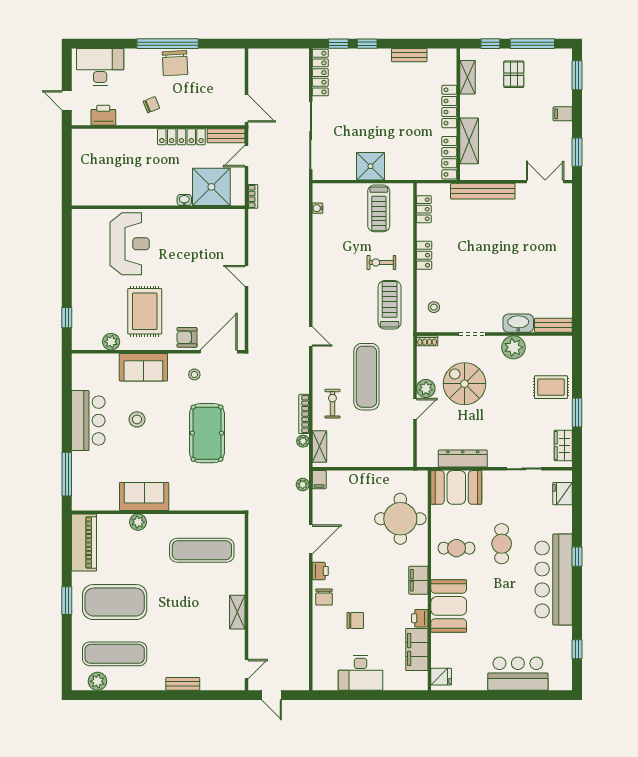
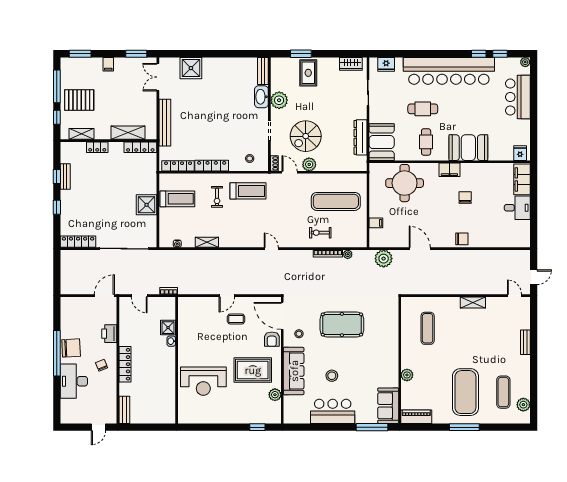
window: (338, 44) -> (57, 177), moved
desk: (100, 67) -> (74, 381), moved
pallet: (514, 74) -> (79, 100), width x1.50, depth x1.42
locker: (449, 106) -> (97, 147), width x0.66
printer: (103, 115) -> (109, 334), moved
bench: (226, 136) -> (124, 410), moved
locker: (181, 137) -> (125, 364), moved
shower: (211, 187) -> (168, 328), width x0.54, depth x0.54
locker: (424, 209) -> (178, 166), width x1.53
shower: (557, 227) -> (191, 68), added
reception desk: (130, 244) -> (203, 381), turned 180
locker: (424, 255) -> (212, 166), width x1.53
coffee table: (214, 288) -> (236, 319), added
treadmill: (390, 305) -> (248, 191), turned 180
door: (311, 336) -> (271, 249), hinge flipped
sofa: (143, 367) -> (294, 371), width x1.36
exercise mat: (366, 377) -> (336, 201), moved
door: (415, 409) -> (290, 172), moved
window: (577, 412) -> (301, 54), moved
shelving: (319, 447) -> (207, 242), moved
filing cabinet: (319, 480) -> (376, 223), moved
plant: (303, 485) -> (384, 259), width x1.88, depth x1.88
sofa: (144, 496) -> (388, 406), moved
piano: (84, 542) -> (416, 417), width x0.73, depth x0.75
exercise mat: (202, 550) -> (428, 328), width x0.73, depth x0.69
window: (577, 557) -> (479, 54), moved
printer: (320, 571) -> (443, 242), removed
bar counter: (554, 579) -> (449, 71), width x1.36
window: (67, 601) -> (464, 427), width x1.44
printer: (420, 618) -> (477, 169), removed
chair: (355, 620) -> (465, 198), moved
filing cabinet: (417, 650) -> (522, 179), moved, turned 90
exercise mat: (115, 654) -> (503, 392), width x0.73, depth x0.69
desk: (360, 673) -> (517, 208), width x0.73
plant: (566, 684) -> (525, 62), added

